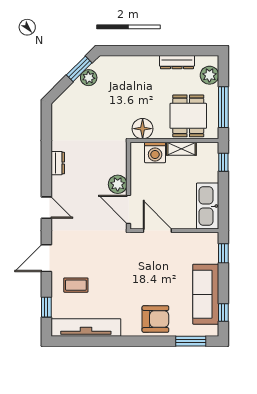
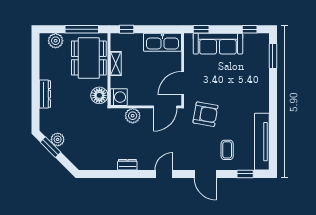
dresser: (177, 62) -> (45, 94), moved
dining table: (188, 116) -> (89, 58), width x1.37
washing machine: (155, 152) -> (119, 97), moved
plant: (118, 184) -> (133, 116), moved
sofa: (206, 294) -> (218, 44), moved
armchair: (155, 319) -> (205, 114), moved, turned 100

